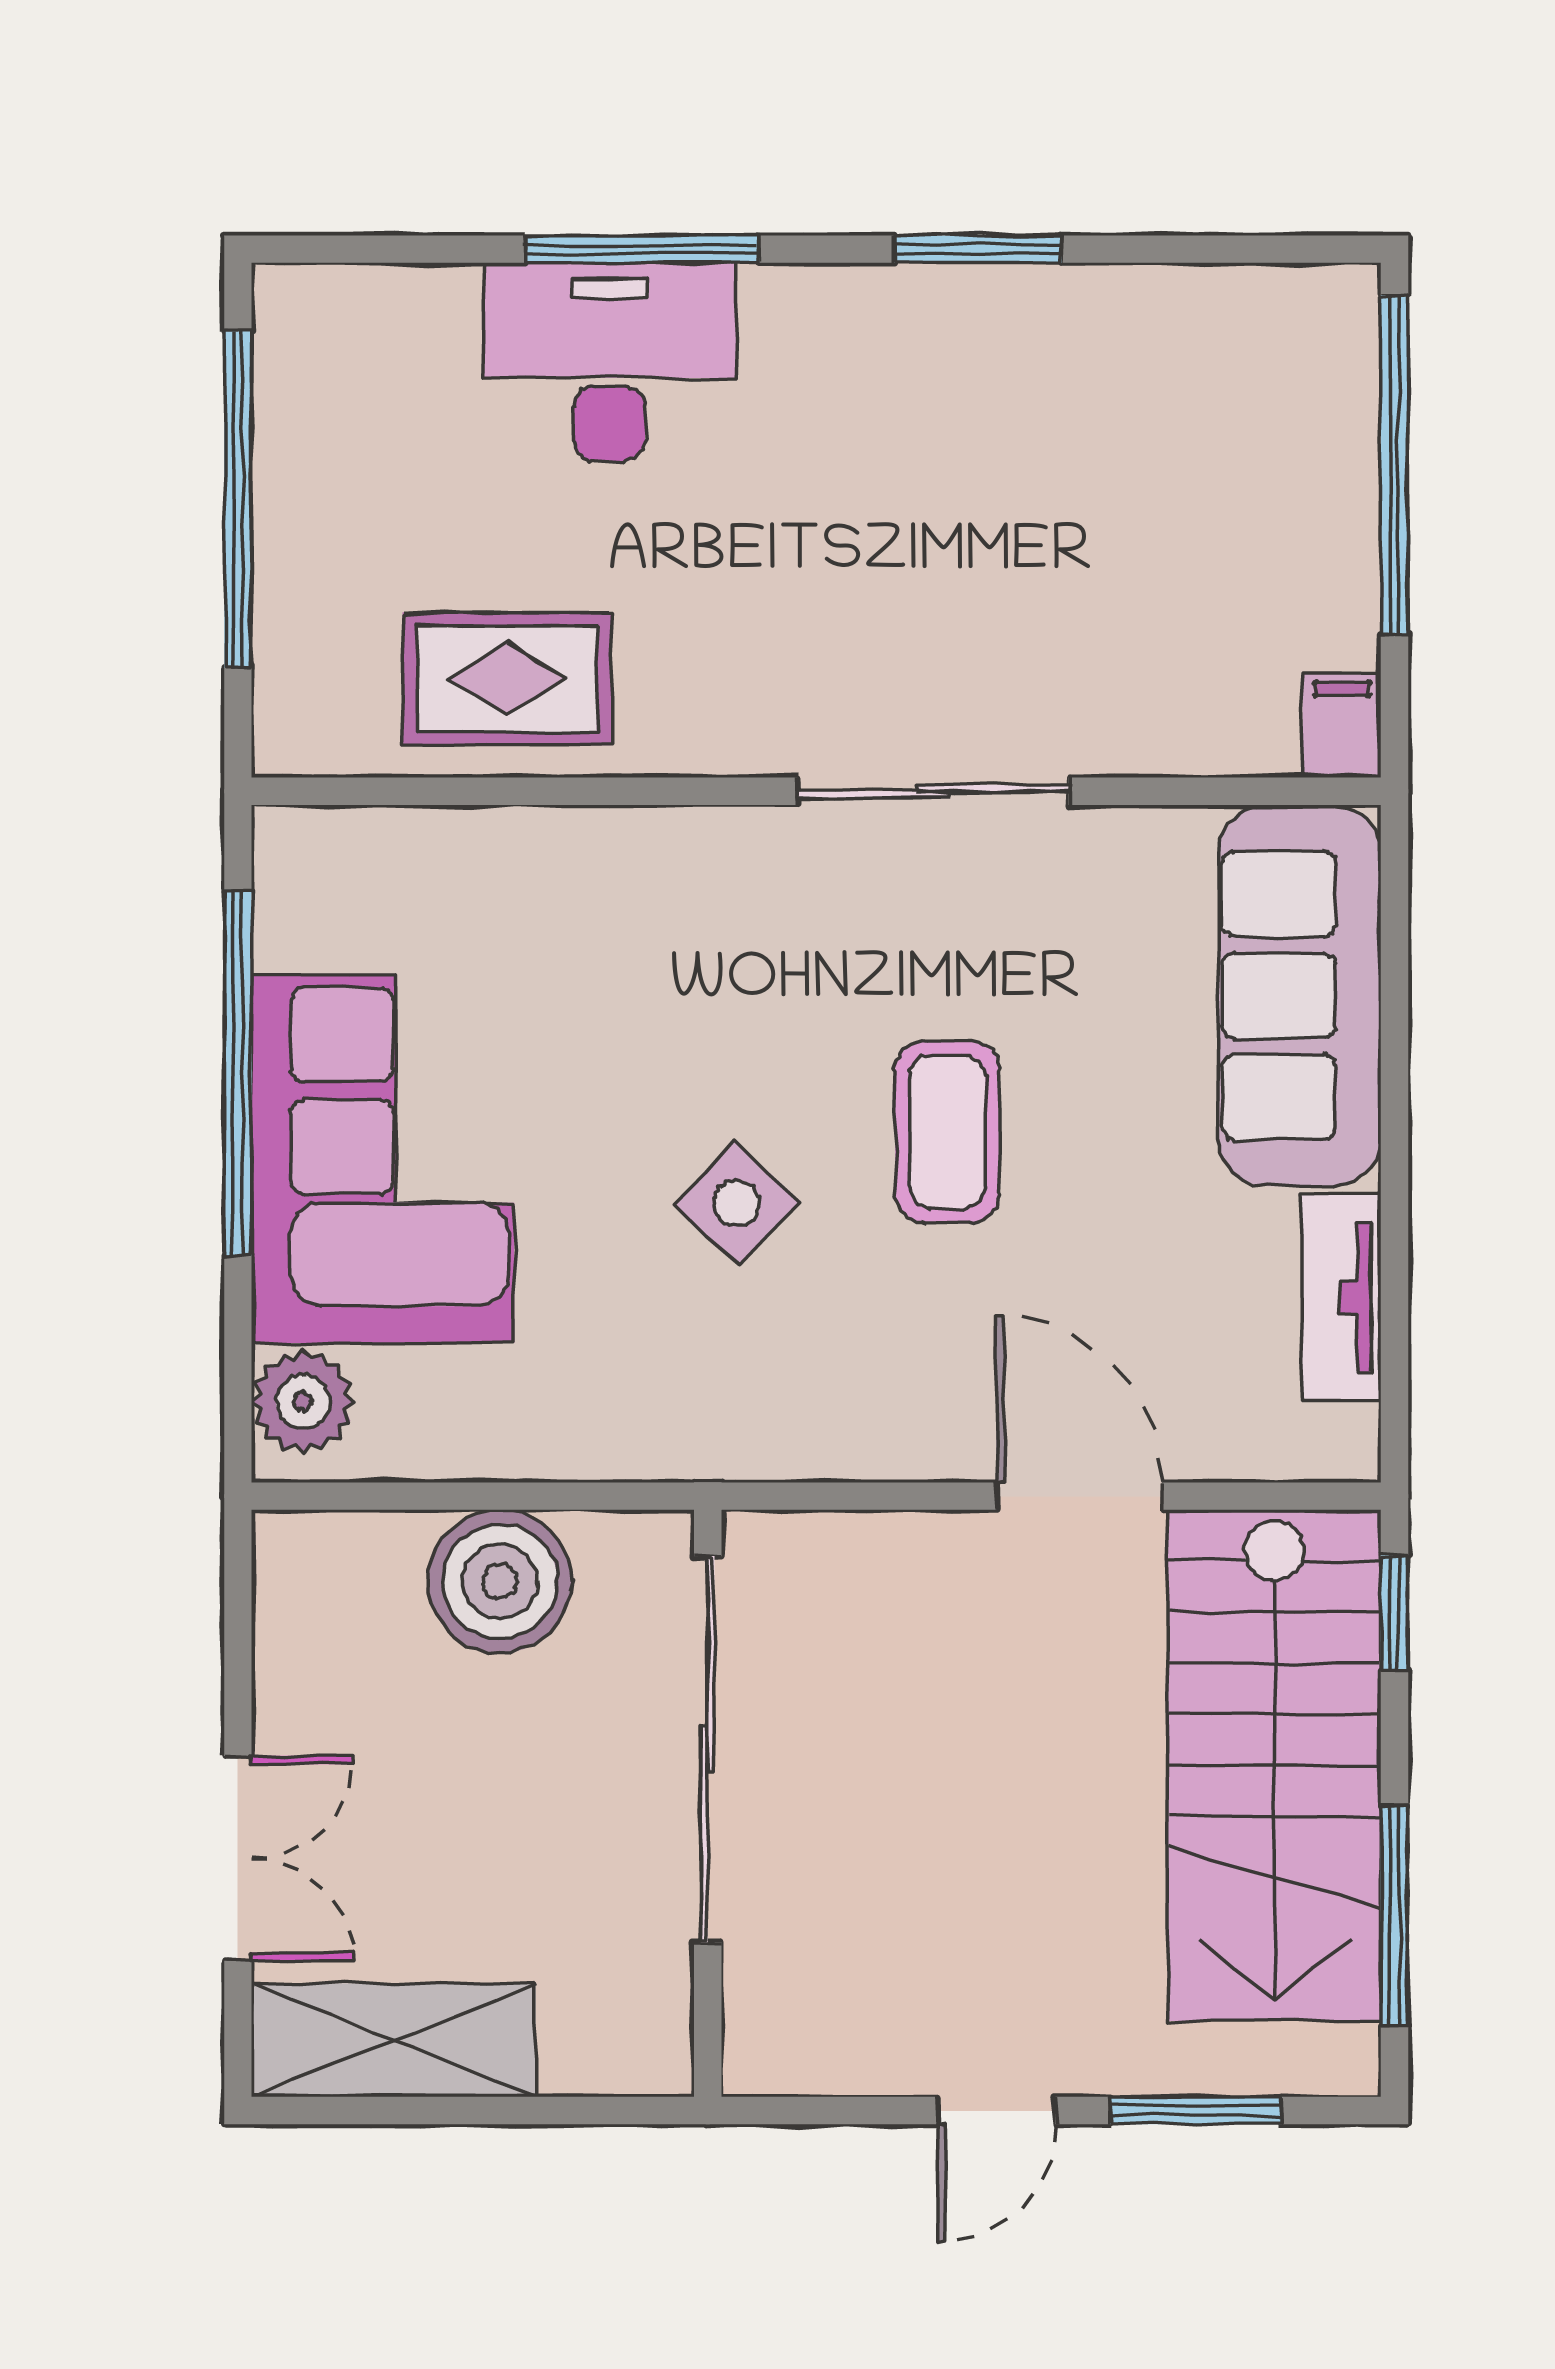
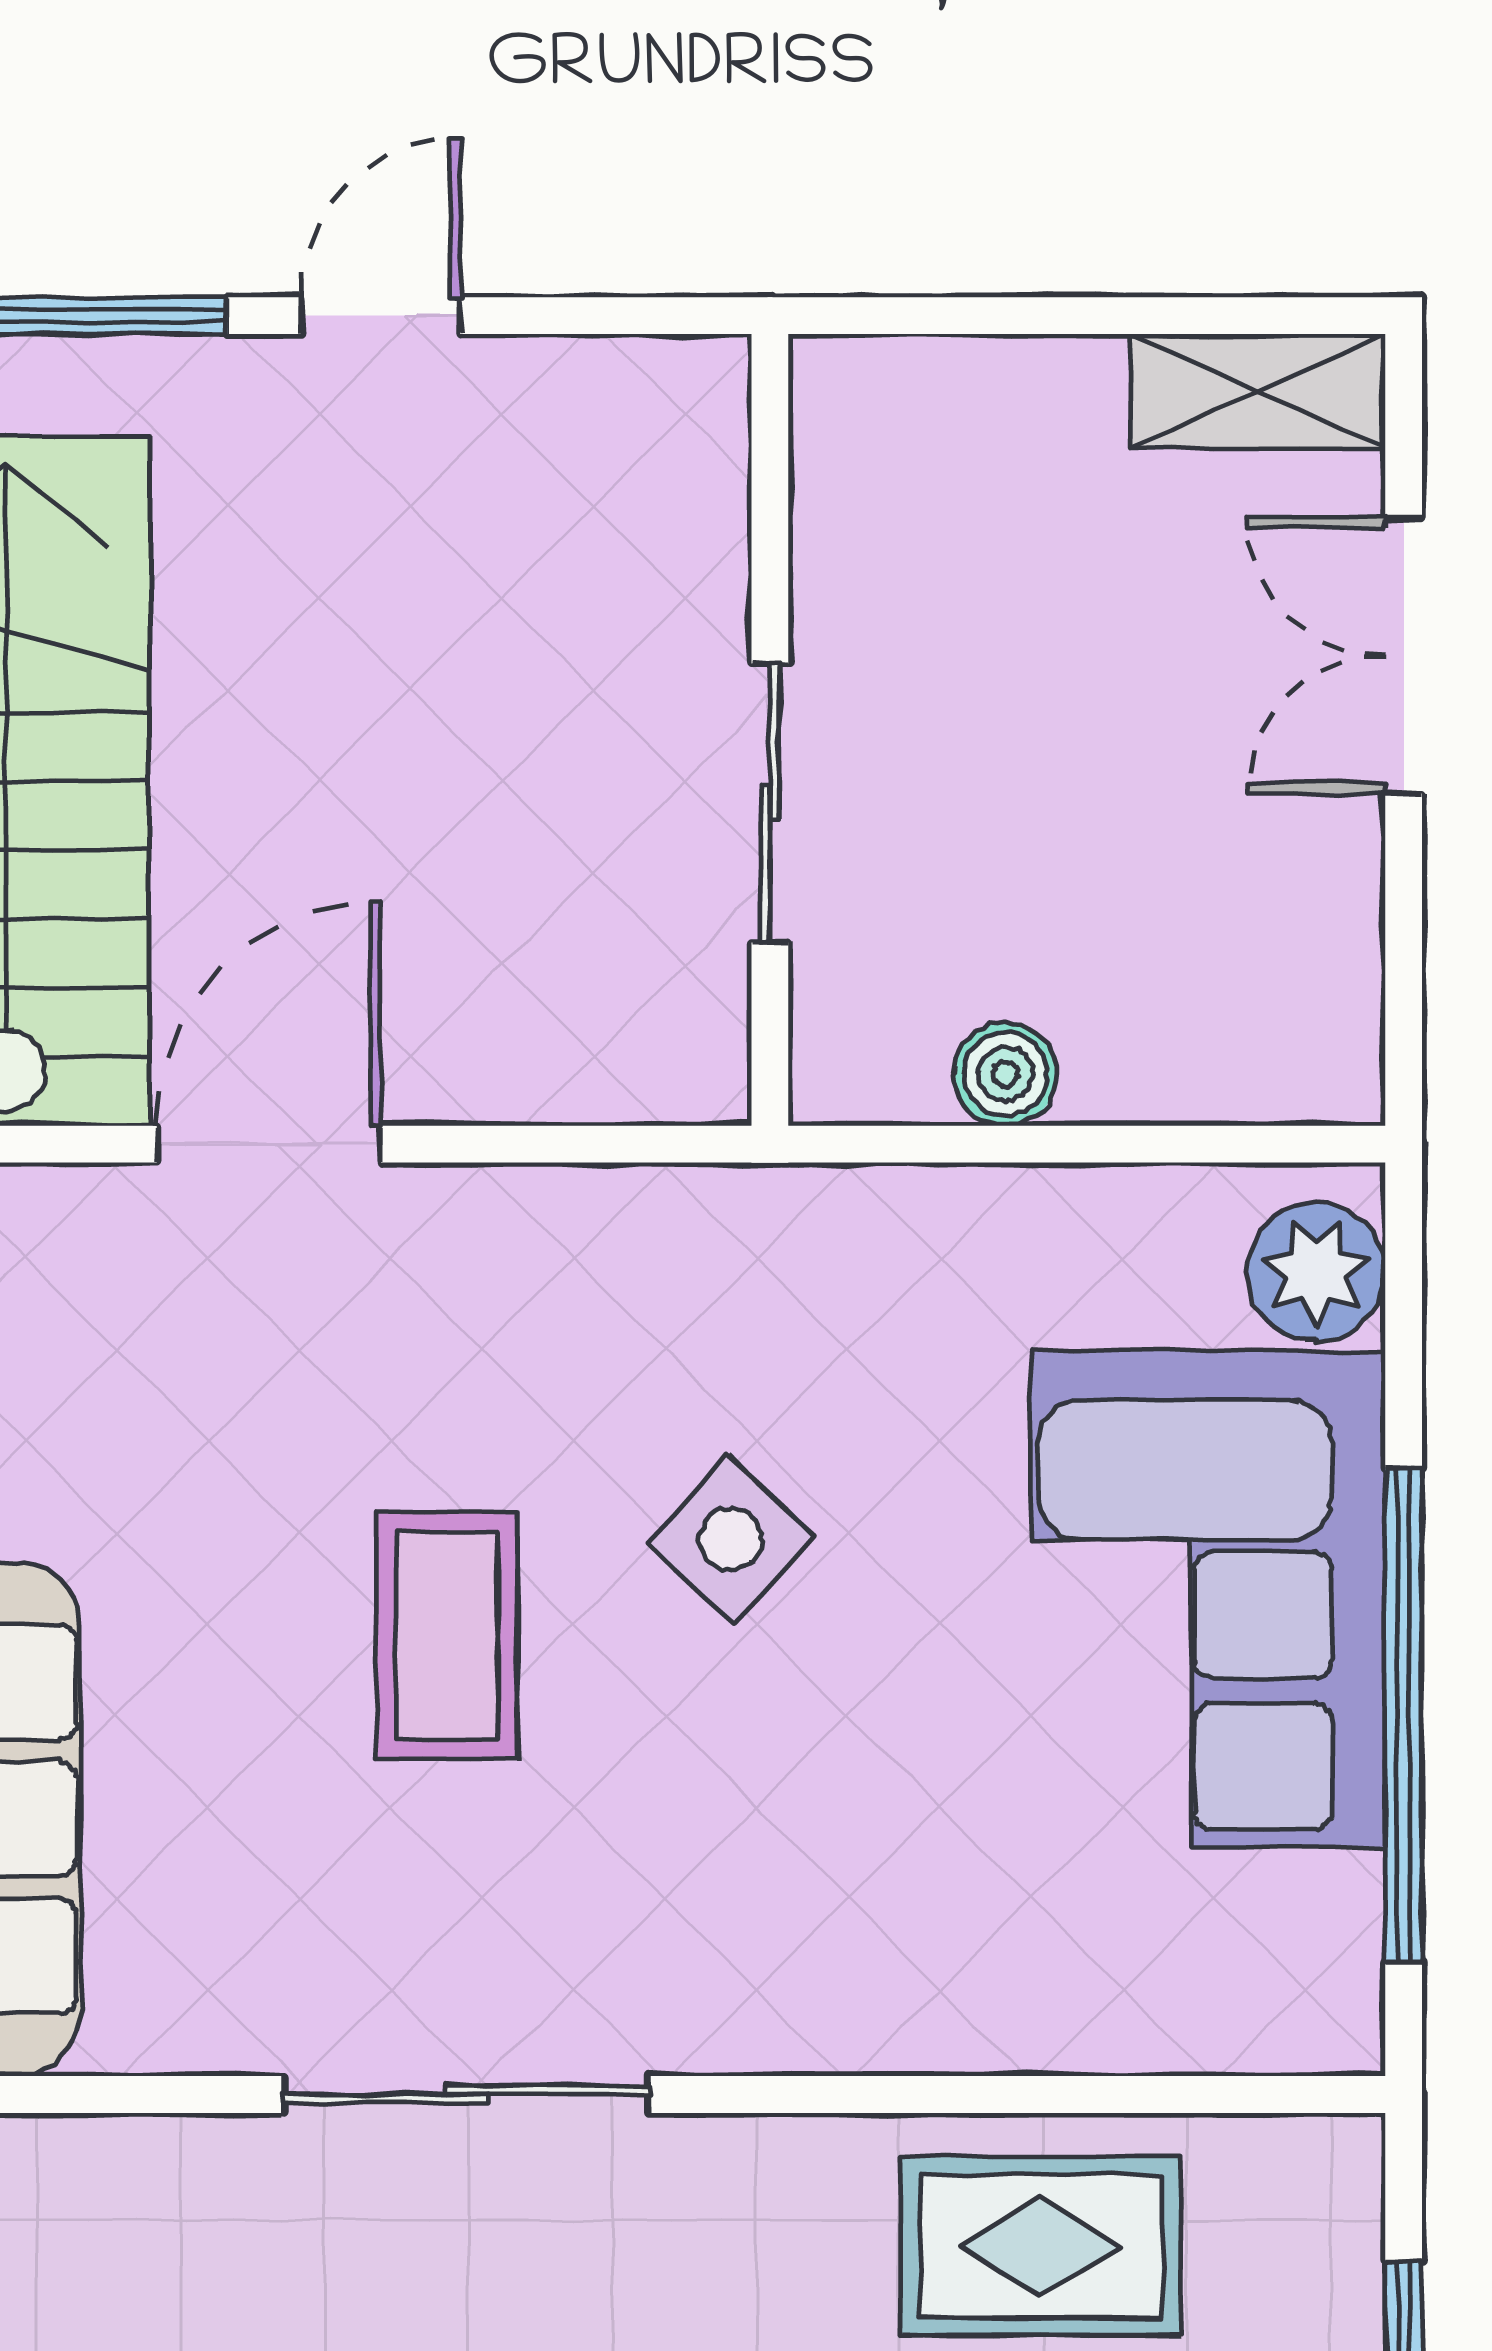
door: (1079, 1496) -> (269, 1144), swing flipped
boiler: (500, 1581) -> (1005, 1074), width x0.54, depth x0.54
sliding door: (708, 1749) -> (770, 803), width x0.54
shelving: (394, 2040) -> (1258, 391), width x0.67, depth x0.75

